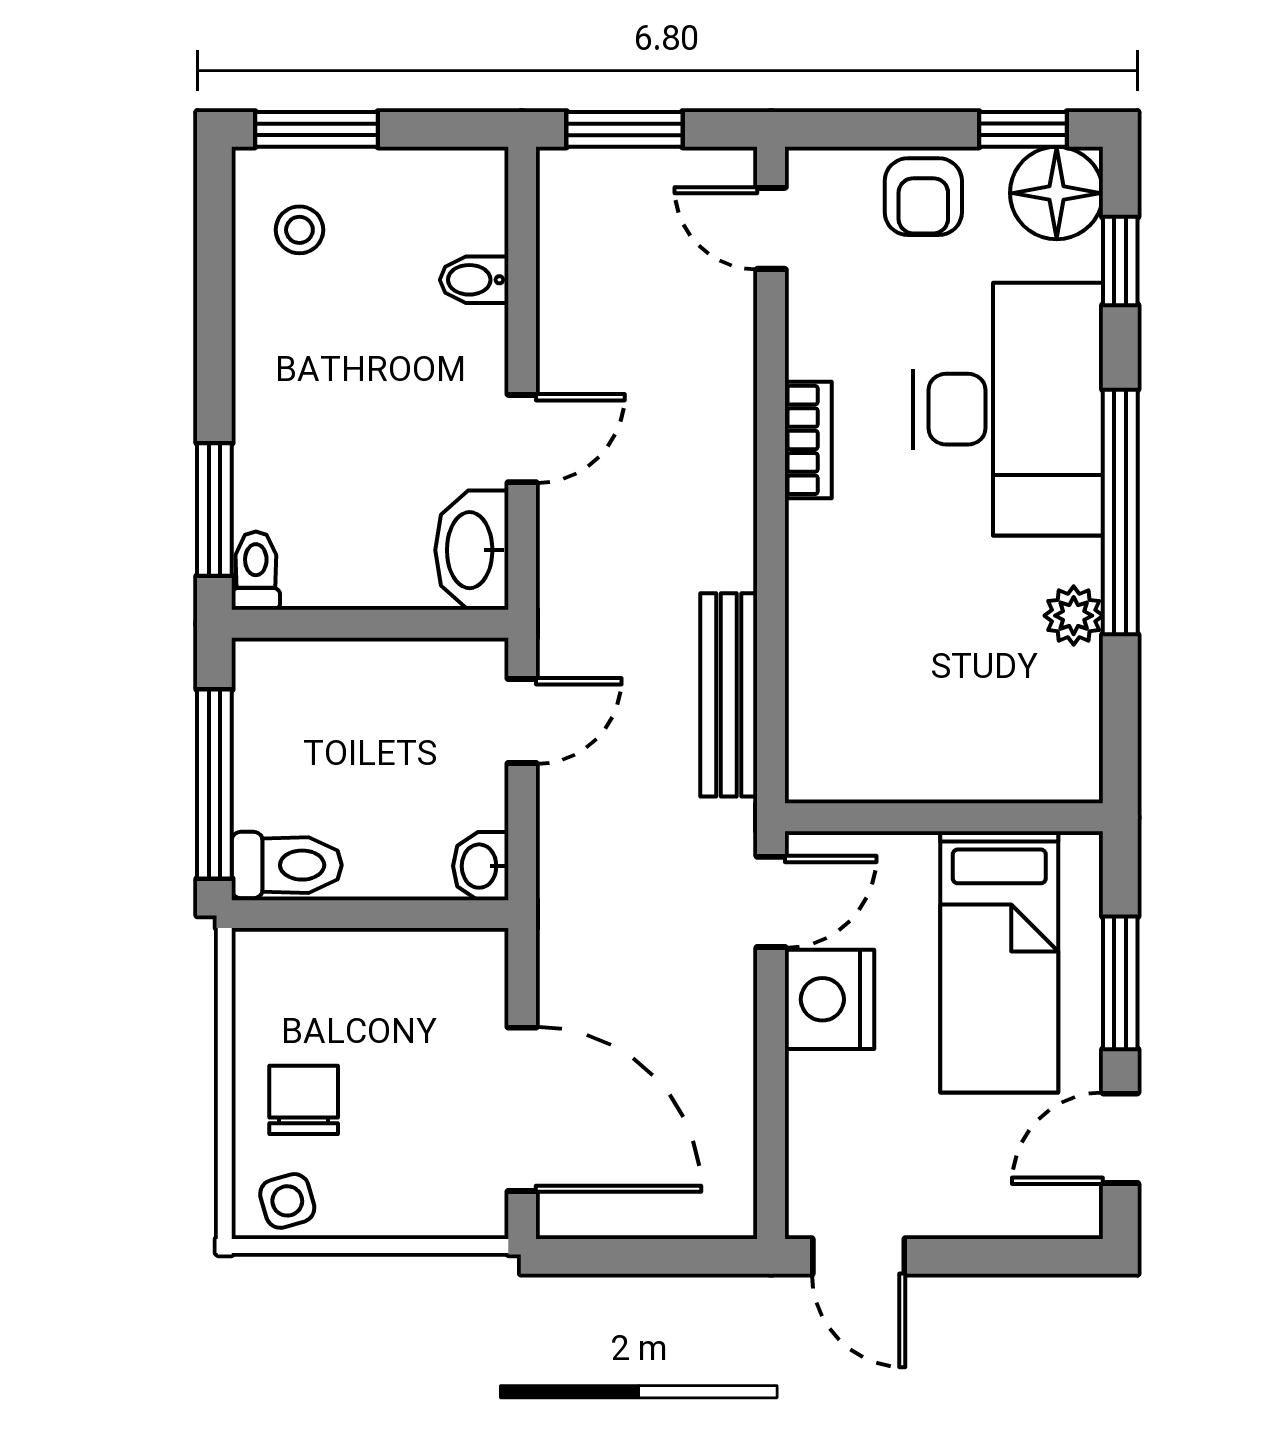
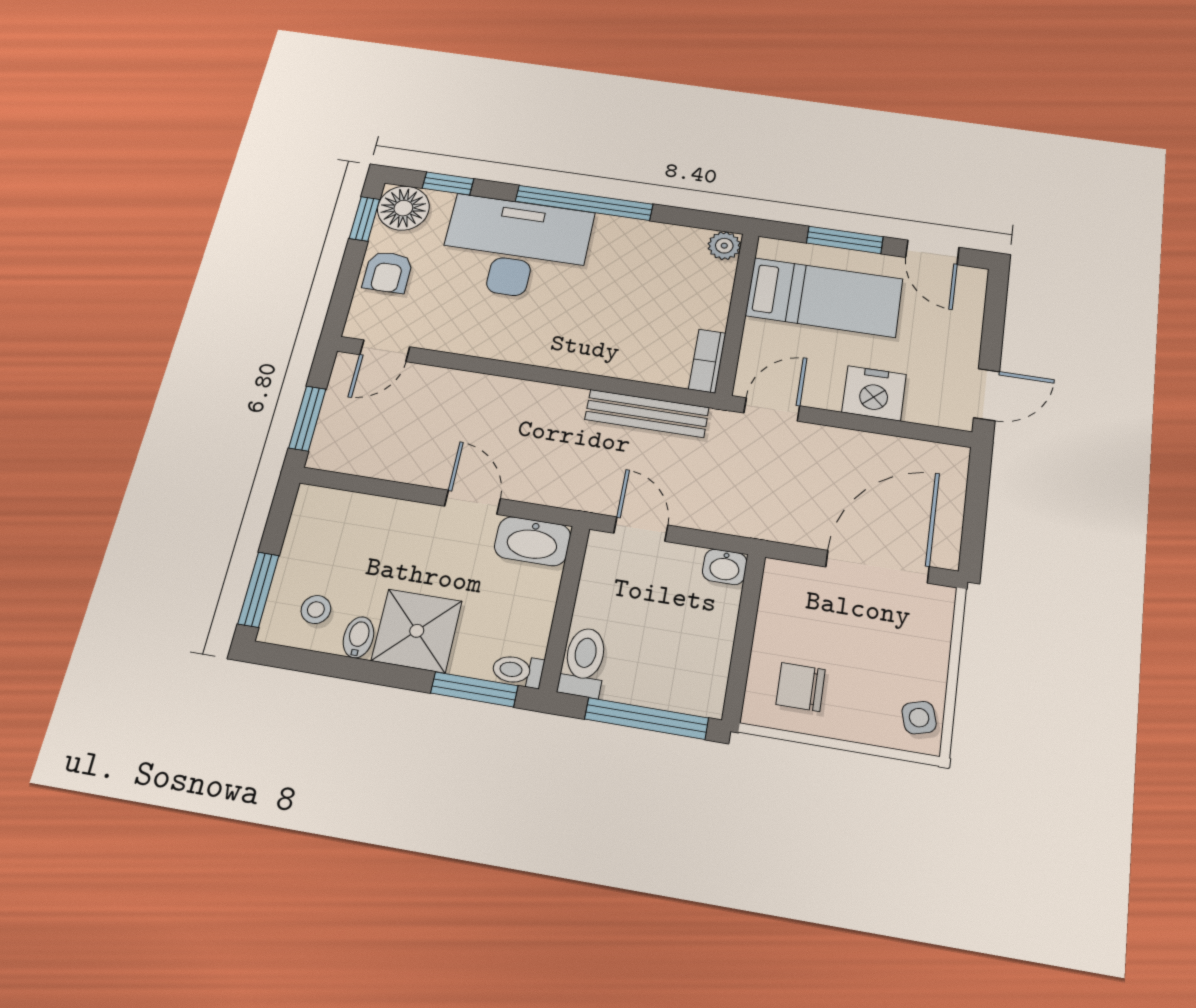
armchair: (923, 197) -> (388, 272), turned 90
bidet: (474, 280) -> (358, 637), moved, turned 180
shower: (292, 398) -> (417, 631), added
bookcase: (808, 440) -> (707, 361), moved, turned -90
plant: (1074, 616) -> (724, 246), moved
toilet: (287, 865) -> (584, 662), moved
door: (771, 902) -> (772, 409), hinge flipped
nightstand: (830, 999) -> (874, 393), moved
chair: (304, 1100) -> (801, 687), moved

